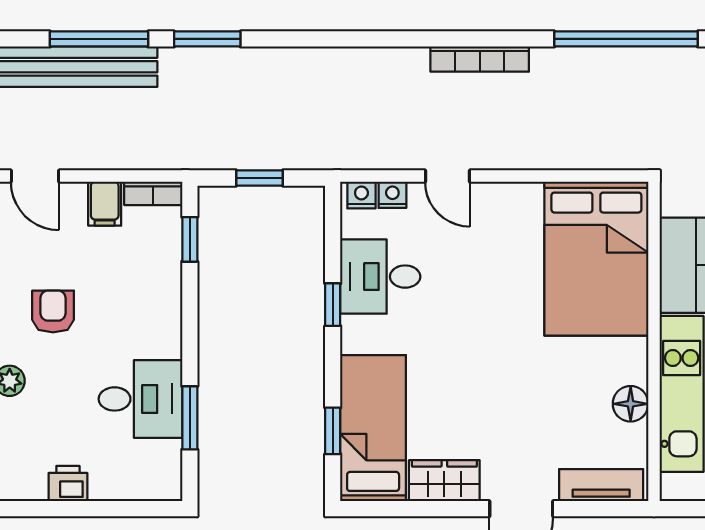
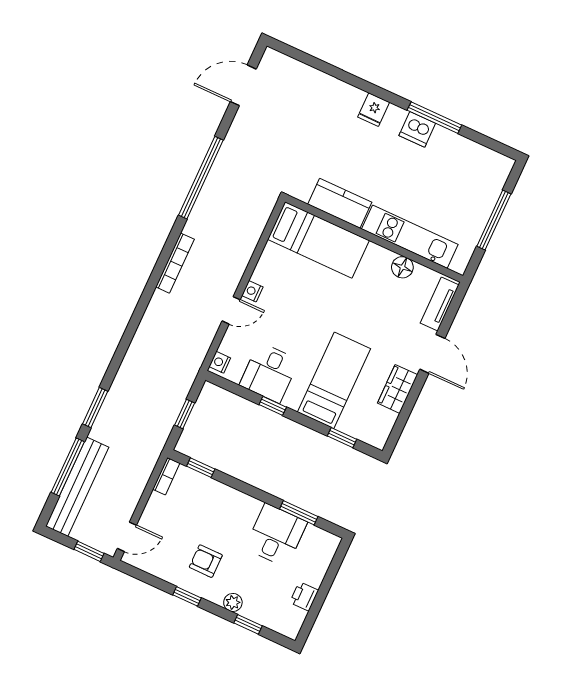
nightstand: (392, 195) -> (252, 291), moved
filing cabinet: (105, 204) -> (160, 506), removed
bed: (596, 259) -> (318, 240), width x0.67
bed: (373, 428) -> (334, 380), moved, turned 90

